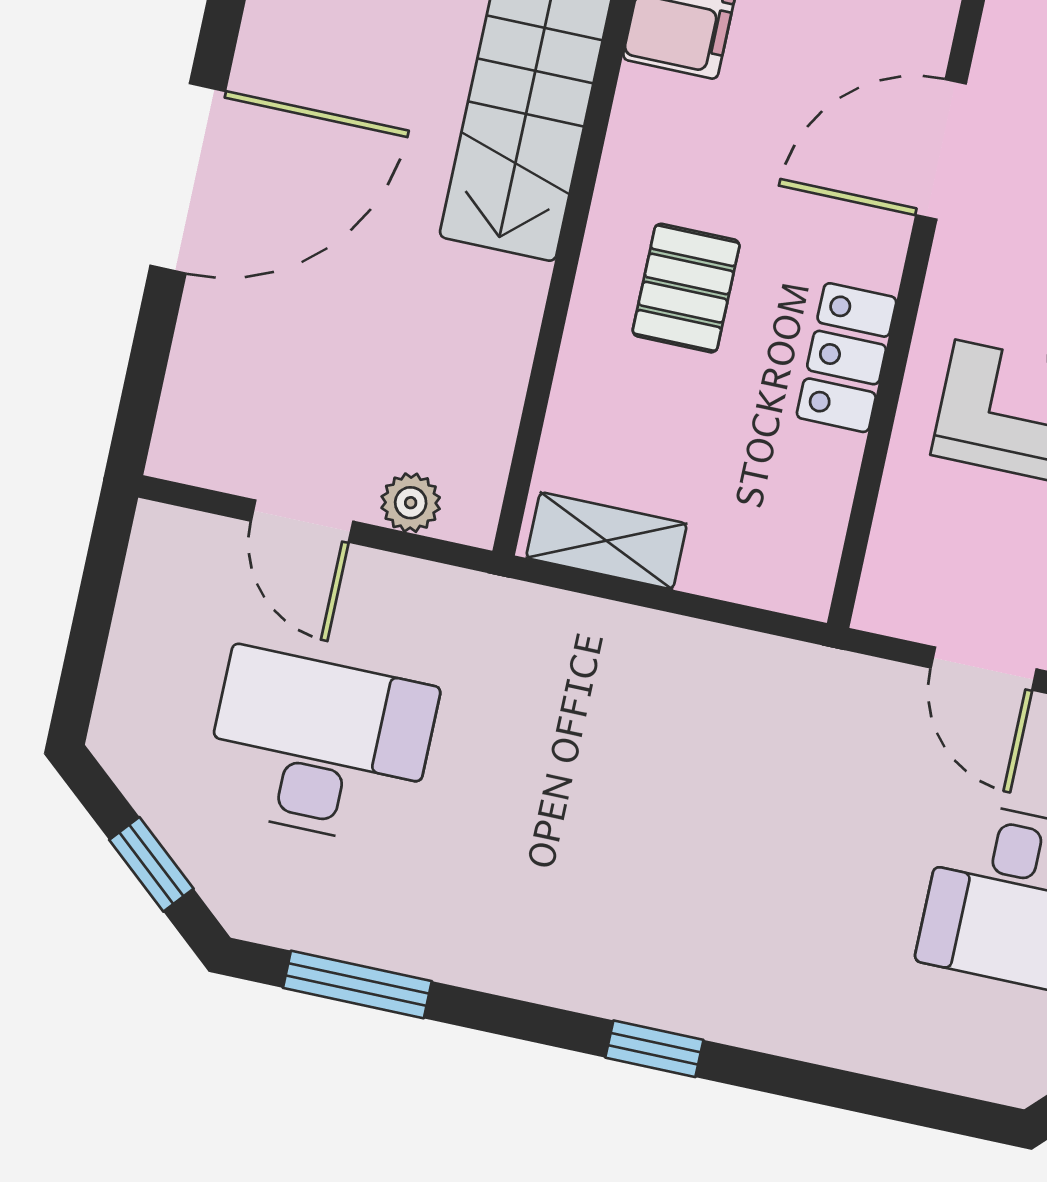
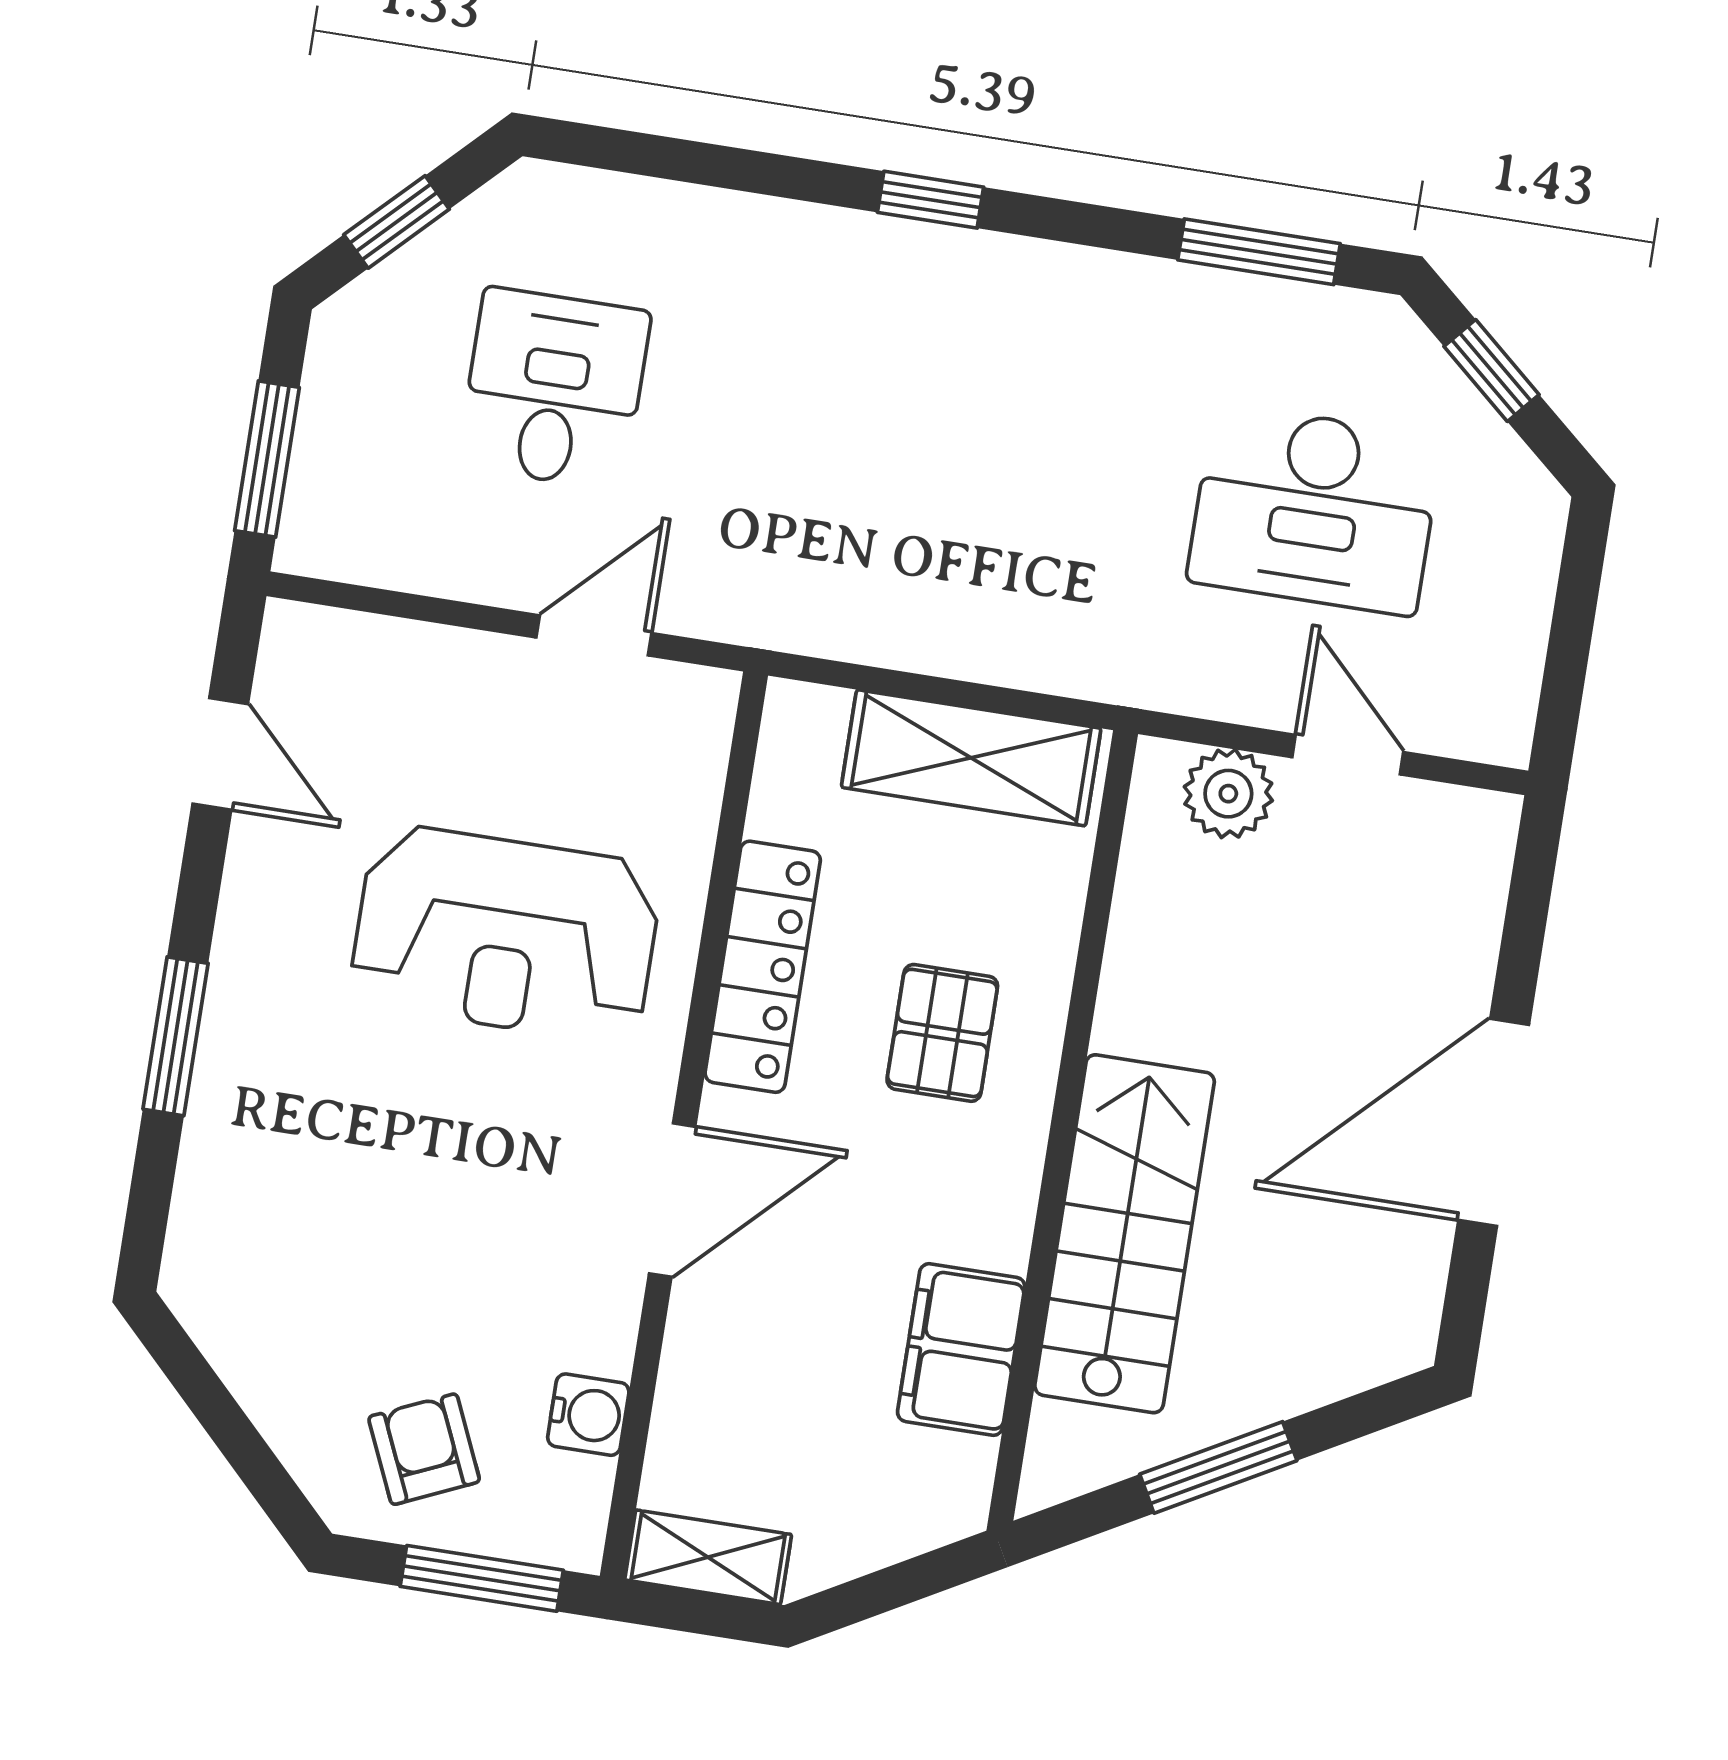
locker: (847, 358) -> (763, 967), width x1.53
plant: (411, 503) -> (1228, 794), width x1.38, depth x1.38
shelving: (606, 541) -> (971, 758), width x1.50, depth x1.33
door: (984, 669) -> (594, 635), hinge flipped

